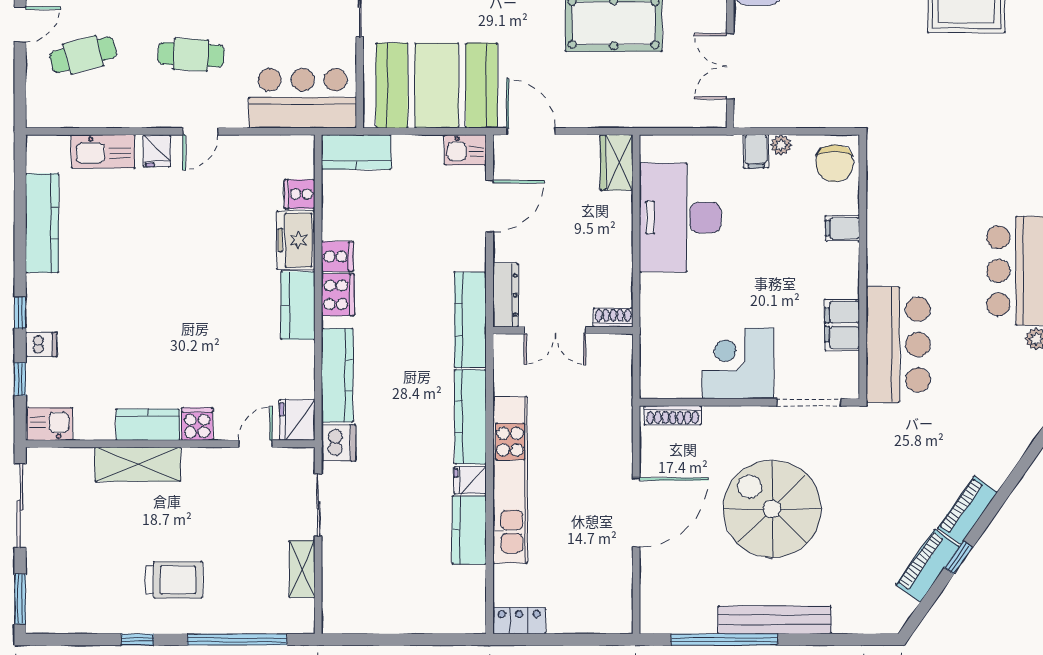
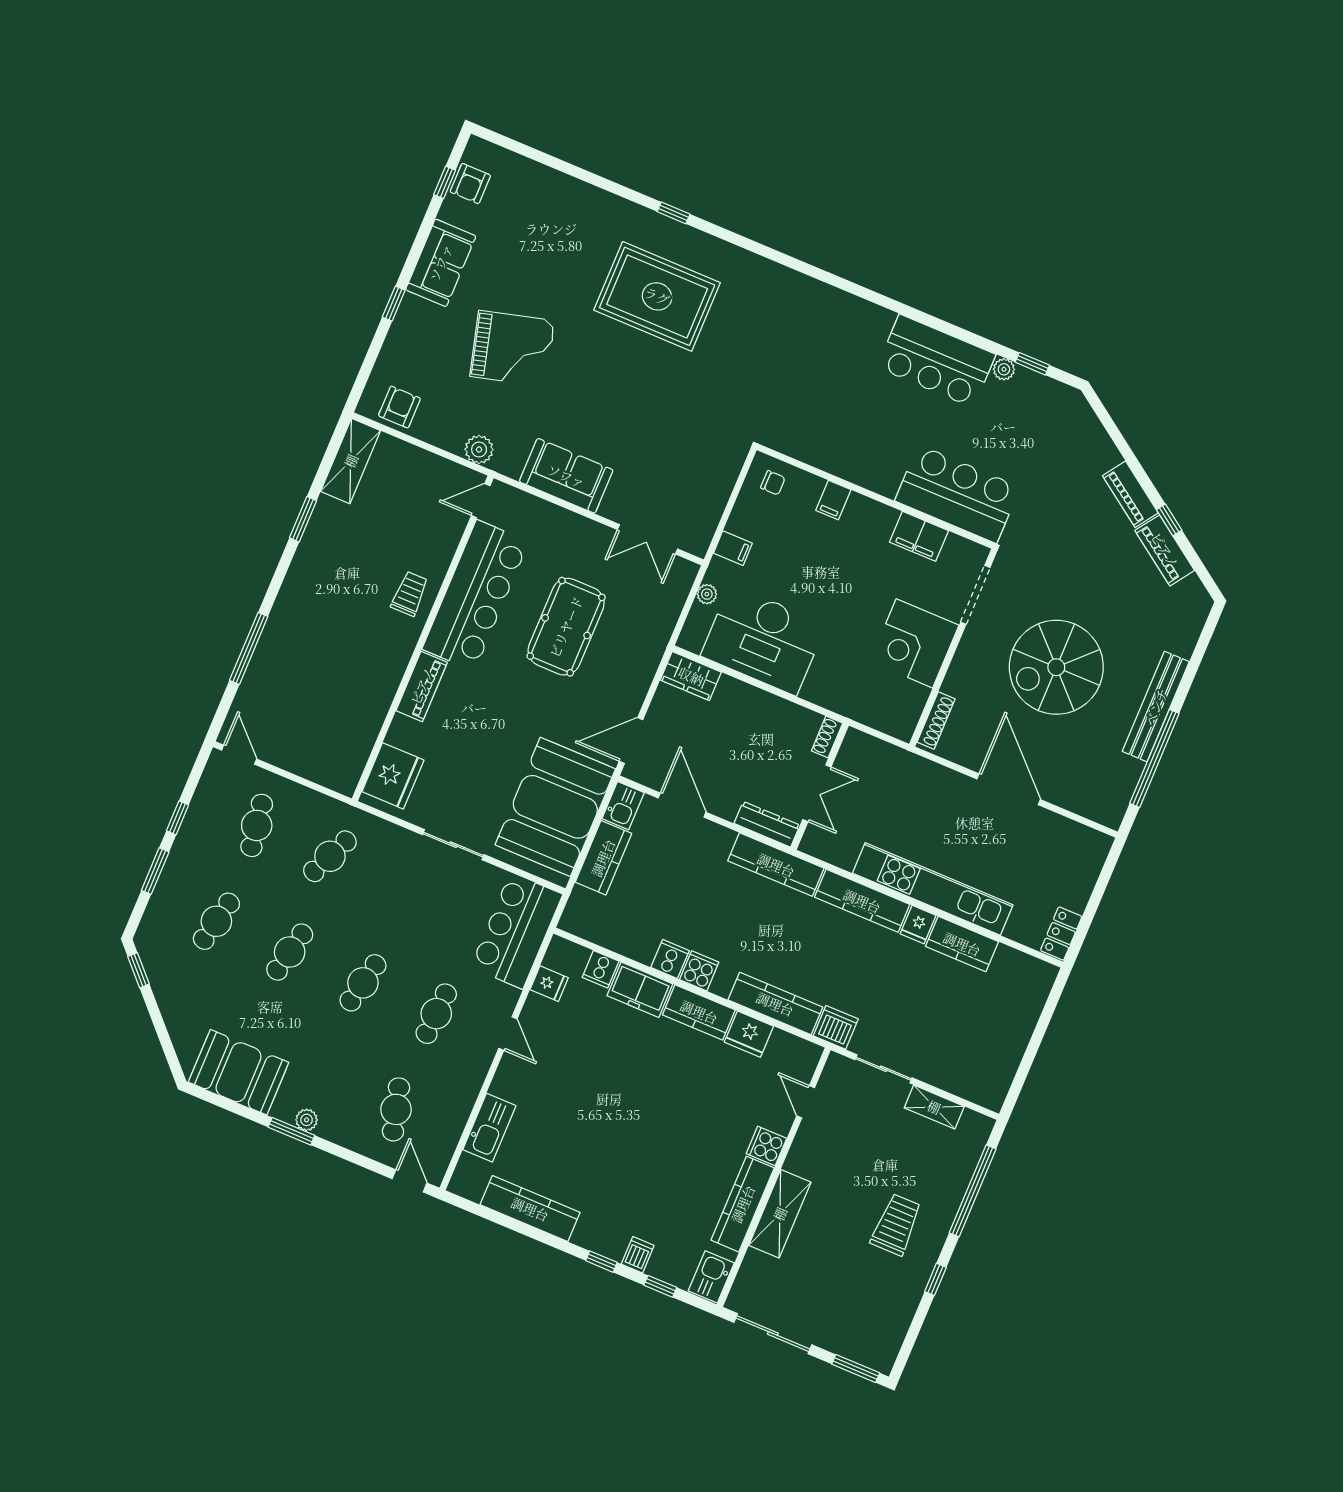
door: (20, 24) -> (410, 1181), moved
plant: (781, 145) -> (707, 594), moved
fridge: (157, 151) -> (549, 984), moved
kitchen counter: (356, 152) -> (603, 858), moved
chair: (835, 163) -> (773, 483), width x0.54, depth x0.54
cooker: (338, 295) -> (699, 971), width x0.73
fridge: (297, 420) -> (749, 1034), moved
kitchen counter: (148, 425) -> (743, 1204), width x1.50

